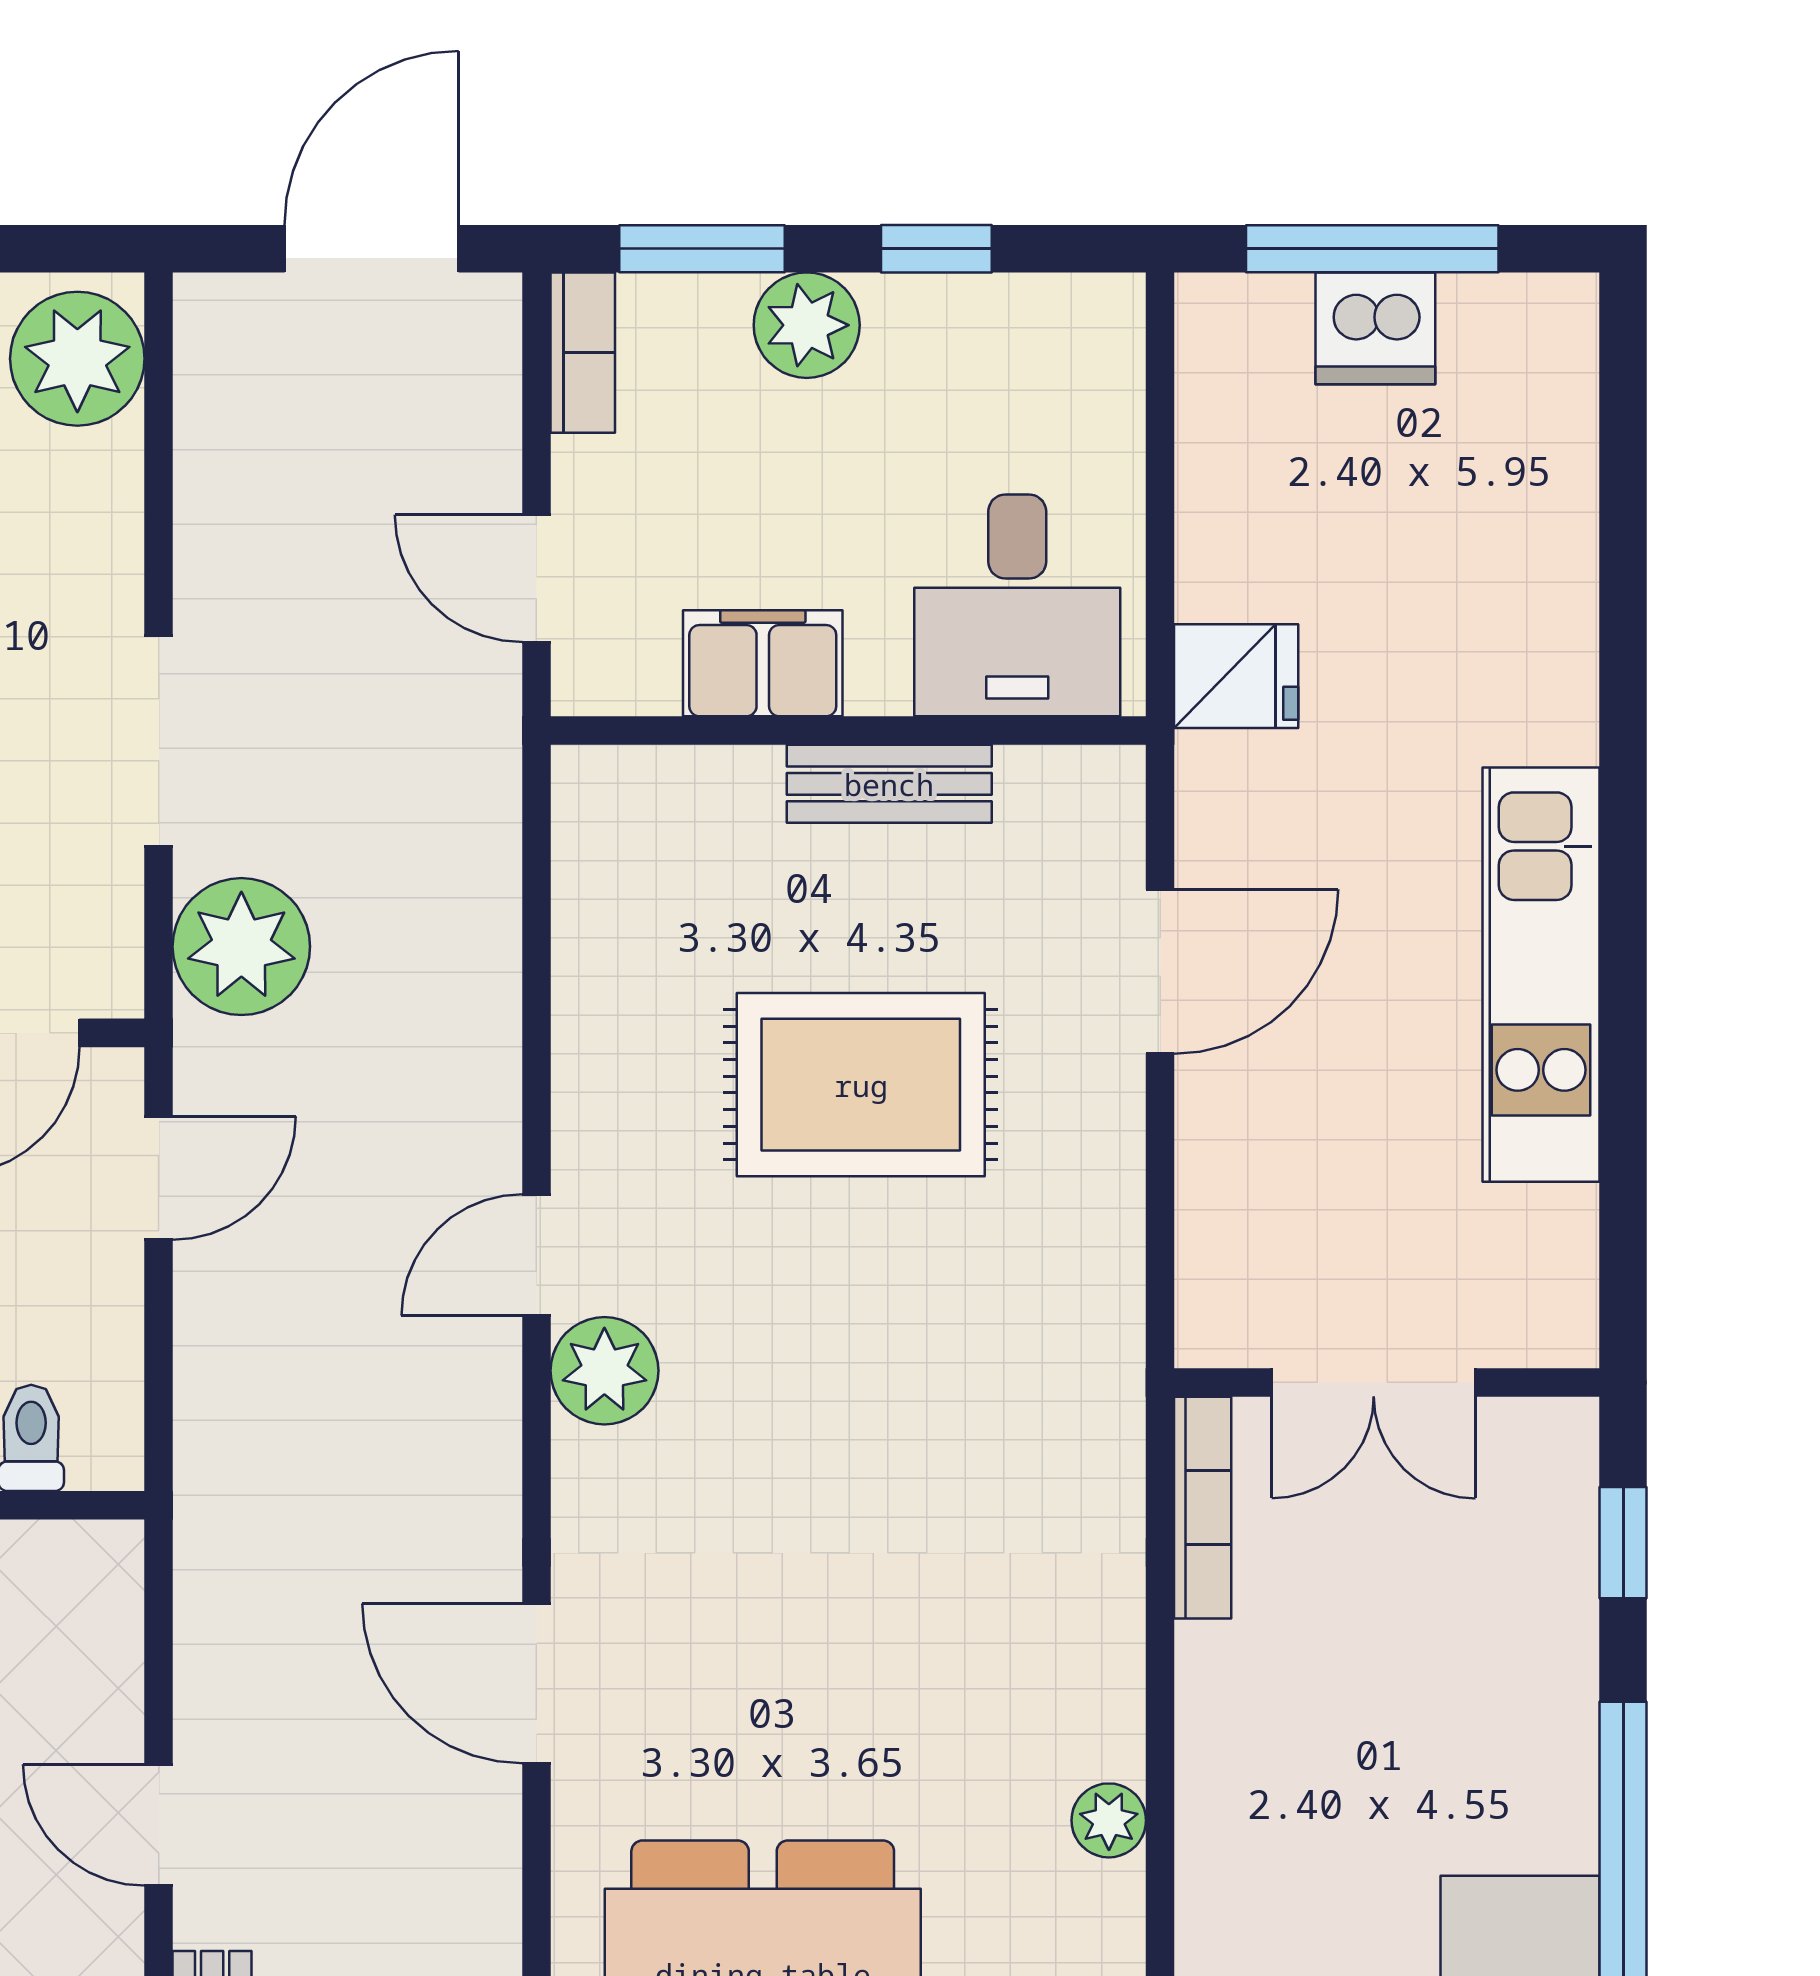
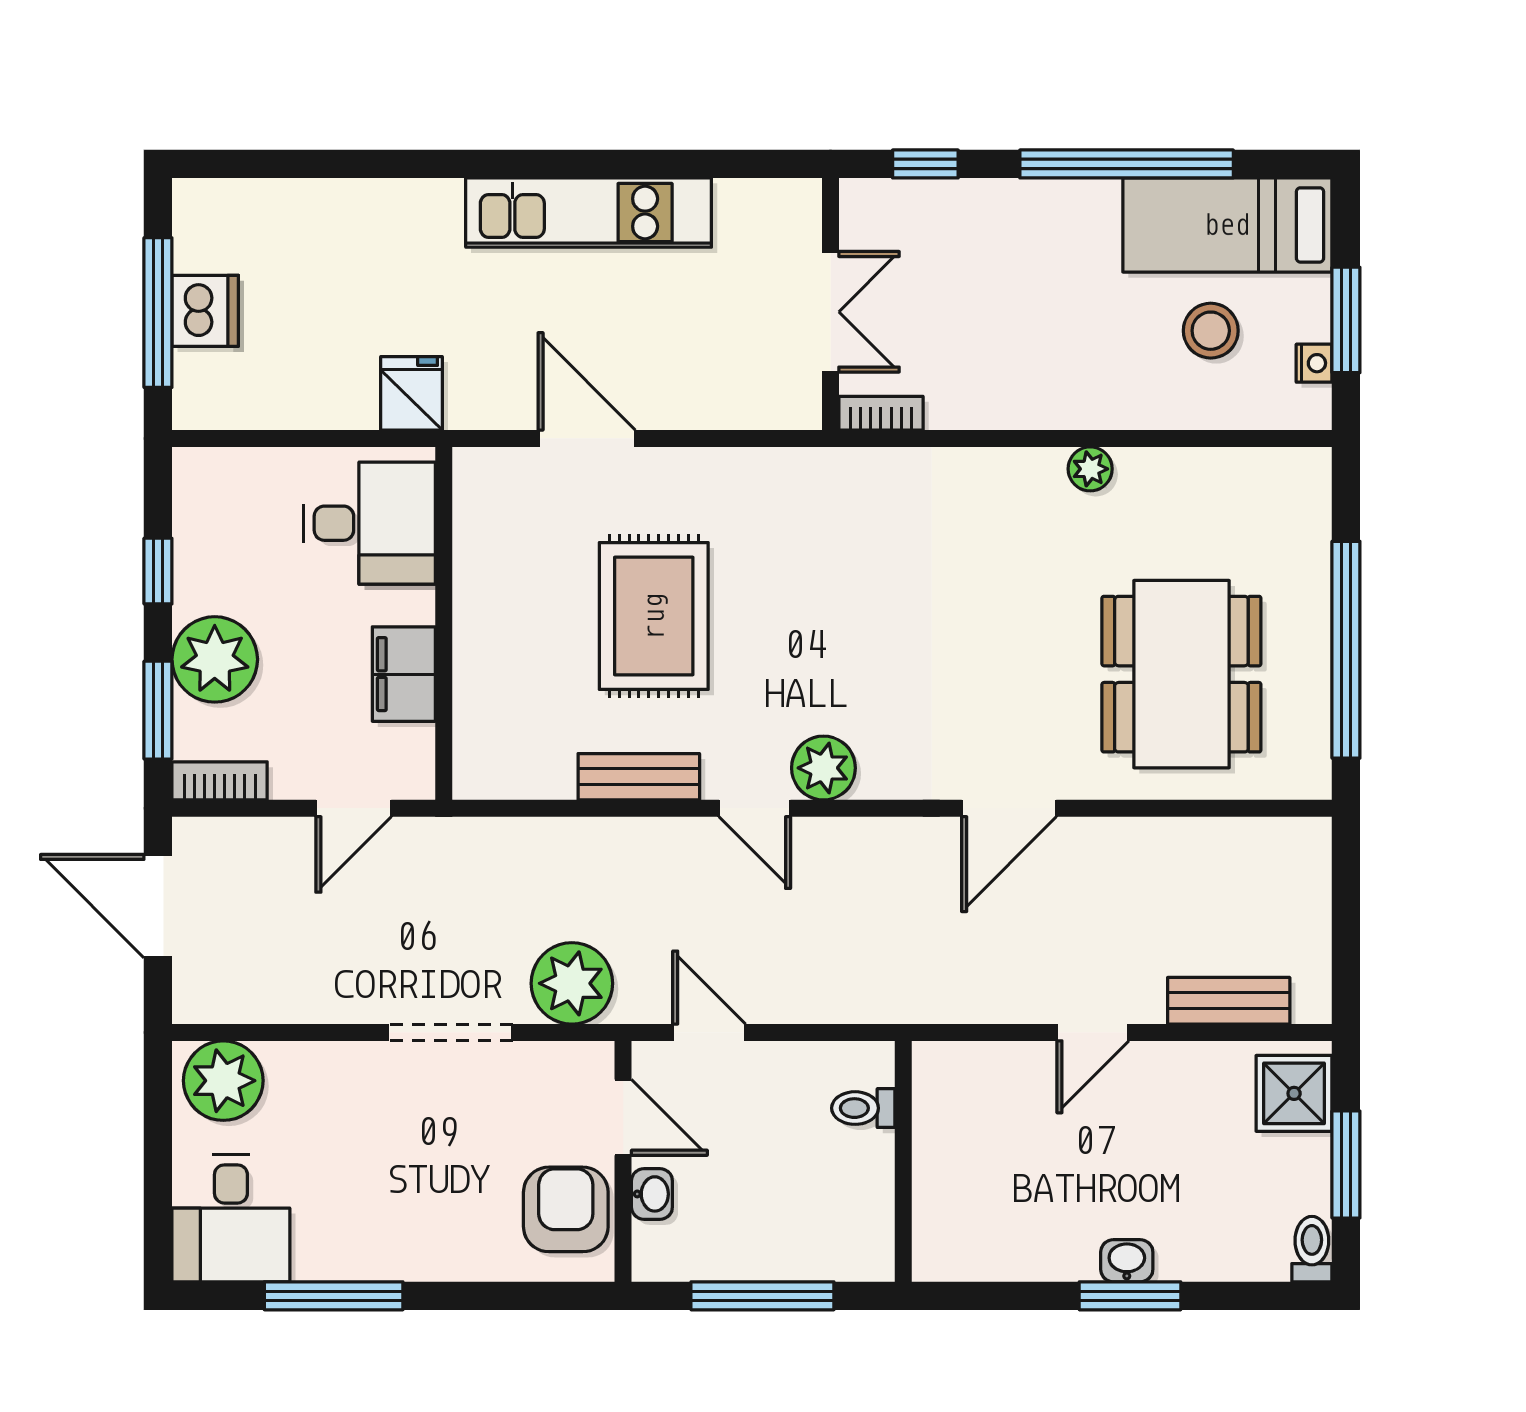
plant: (807, 325) -> (215, 659), width x1.36, depth x1.36
bench: (889, 784) -> (639, 777), moved, turned 90
bookcase: (1203, 1508) -> (881, 413), width x0.64

